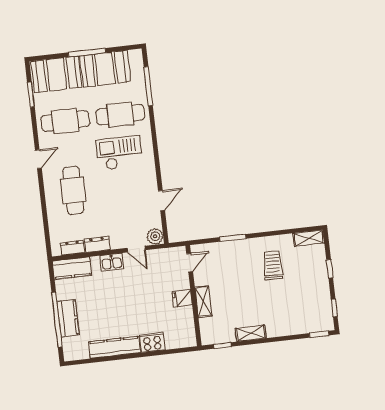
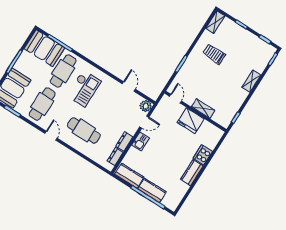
booth: (105, 69) -> (44, 48), moved, turned 90
checkout: (119, 153) -> (84, 88), turned 180
kitchen counter: (72, 268) -> (129, 176), moved, turned -90
fridge: (182, 298) -> (191, 121), width x1.88, depth x1.34
shelving: (251, 333) -> (251, 81), moved
kitchen counter: (115, 347) -> (192, 173), width x0.67

